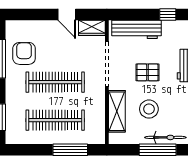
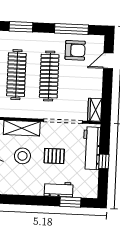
door: (67, 15) -> (108, 61), moved
window: (168, 15) -> (104, 161), moved
pallet: (147, 72) -> (54, 156), turned 90

